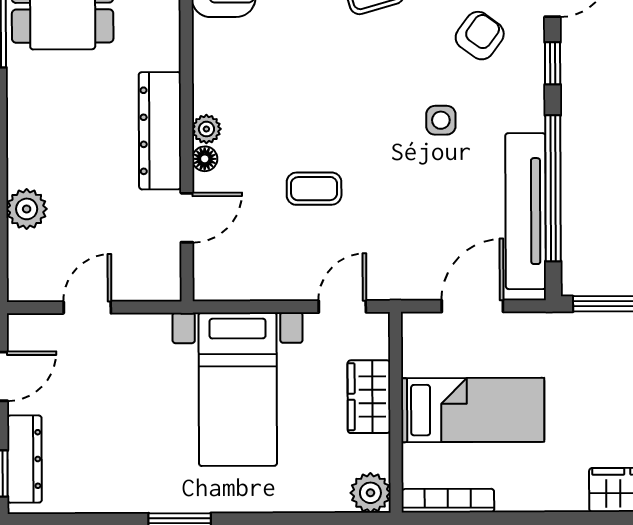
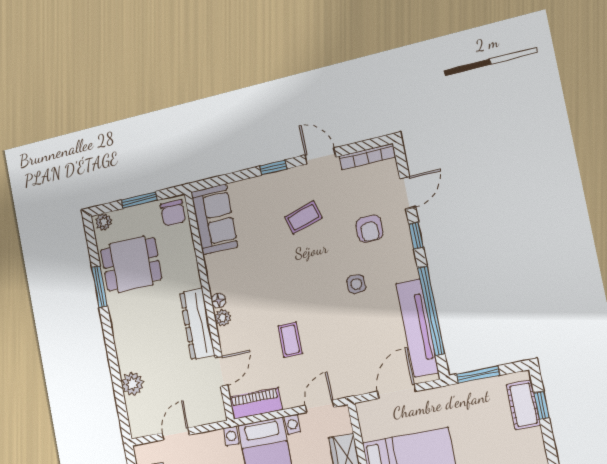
armchair: (480, 36) -> (369, 229), turned 144
floor lamp: (205, 159) -> (218, 301), moved
coffee table: (314, 189) -> (290, 340), turned 90
piano: (236, 282) -> (256, 403), added

